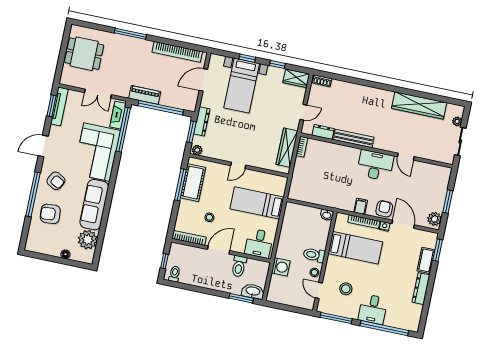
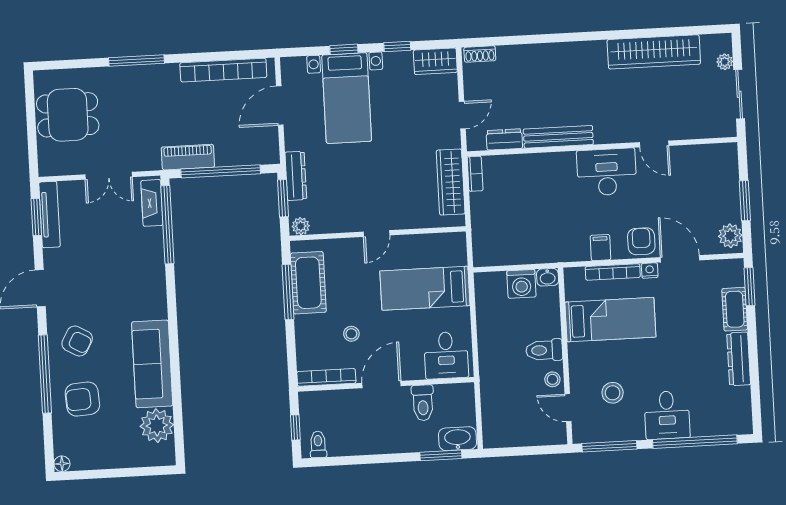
corner sofa: (97, 152) -> (133, 274), removed
floor lamp: (65, 254) -> (62, 464), moved
washing machine: (281, 267) -> (521, 284), moved, turned 90

